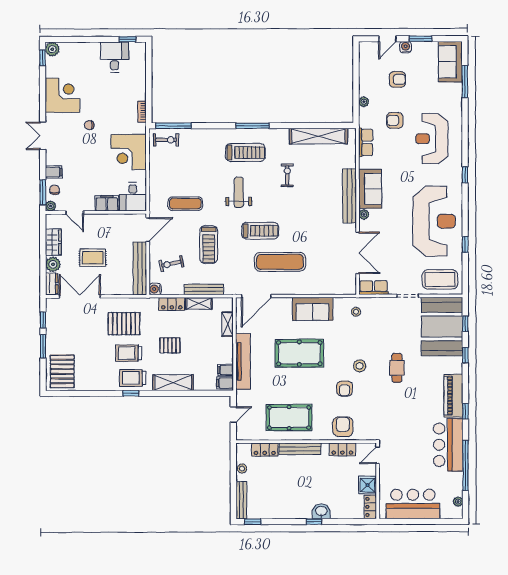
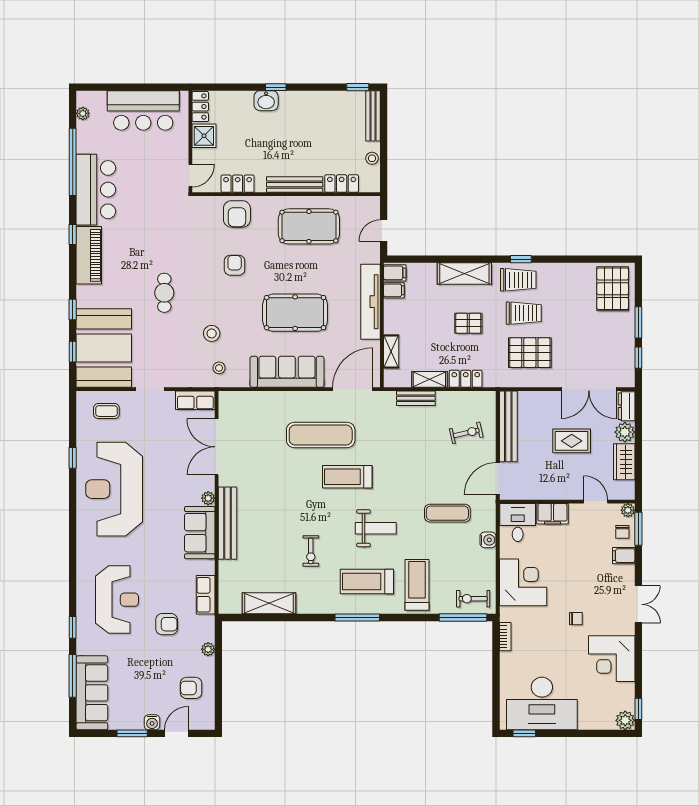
desk: (114, 57) -> (542, 704), width x1.87, depth x1.30
sofa: (450, 62) -> (92, 693), width x1.36
armchair: (397, 79) -> (191, 688), moved
shelving: (318, 136) -> (269, 603), width x0.68
window: (465, 175) -> (73, 627), moved
weight bench: (239, 192) -> (376, 528), turned -90
treadmill: (209, 245) -> (417, 585), moved
coffee table: (440, 279) -> (106, 411), width x0.54, depth x0.58
water cooler: (155, 289) -> (488, 540), moved
bench: (204, 289) -> (416, 398), width x0.73
sofa: (313, 309) -> (287, 372), width x1.36
stool: (360, 366) -> (212, 333), moved

